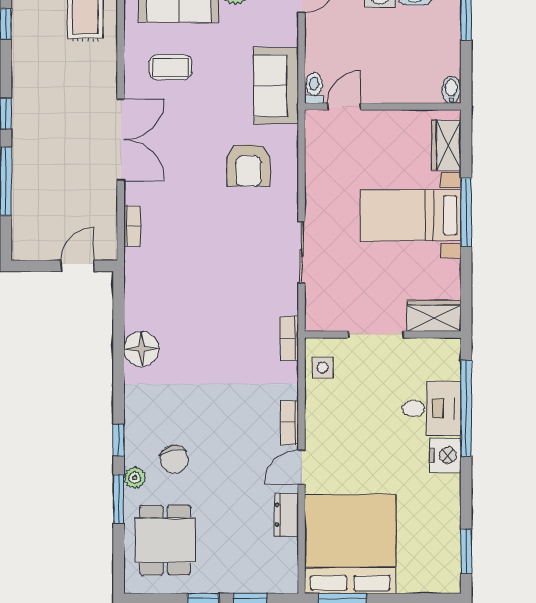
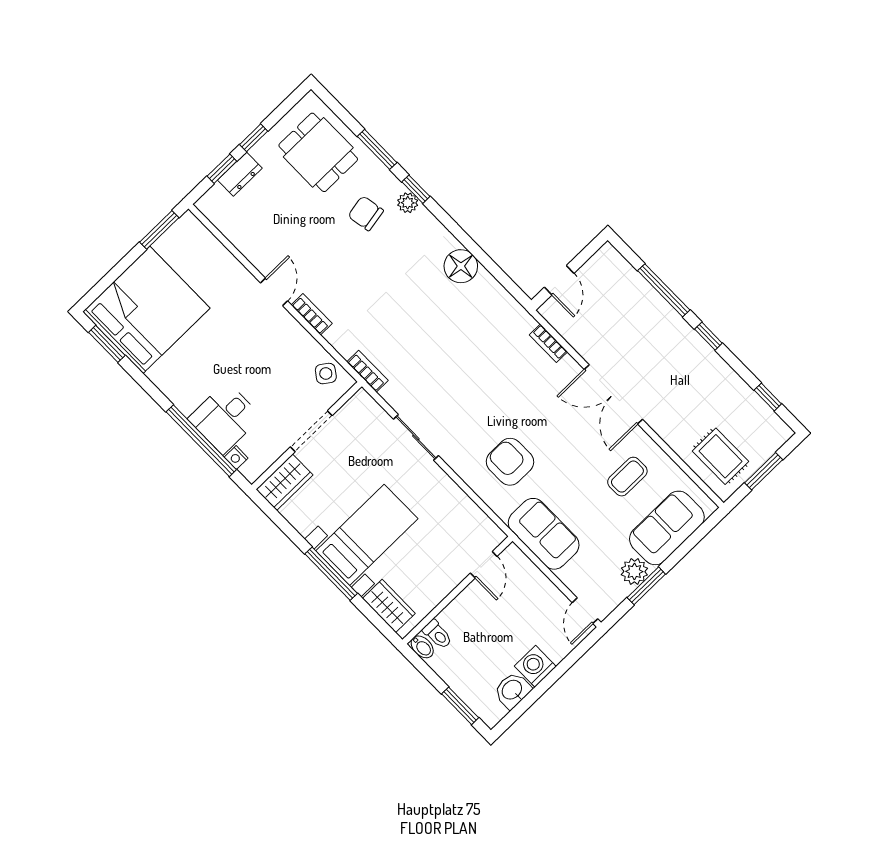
toilet: (314, 88) -> (437, 634), moved
side table: (323, 367) -> (326, 374), turned 36
nightstand: (445, 455) -> (236, 458), moved, width x0.53, depth x0.56
plant: (135, 478) -> (408, 203), moved
dresser: (286, 515) -> (240, 174), moved, turned 90
bed: (350, 544) -> (146, 310), moved, turned -90

